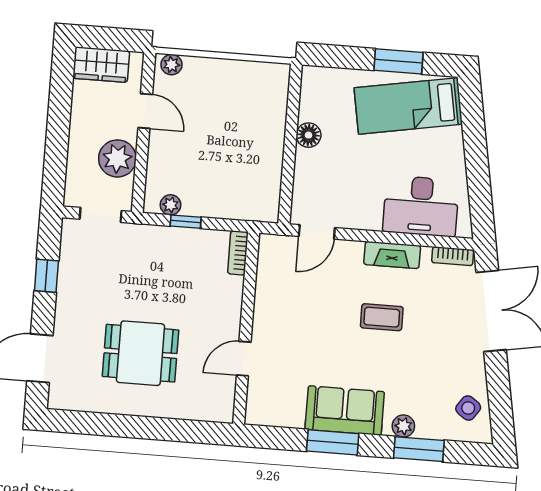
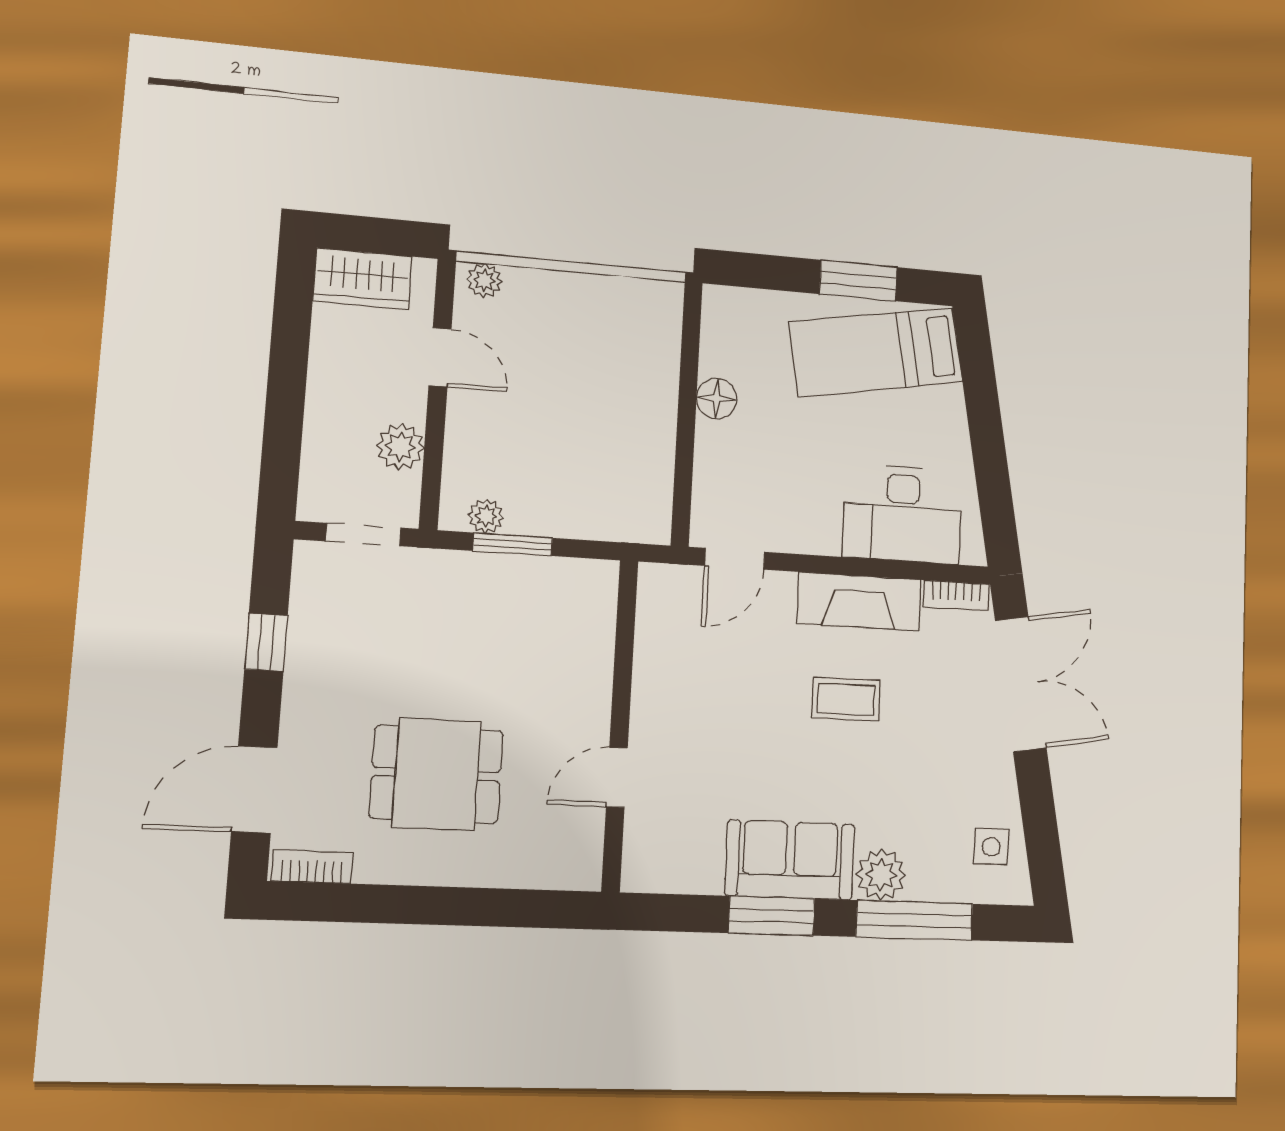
plant: (117, 158) -> (400, 447), width x0.73, depth x0.73
window: (186, 222) -> (513, 544), width x1.50
bookcase: (238, 253) -> (312, 867), moved, turned 90
fireplace: (392, 255) -> (859, 602), width x1.37, depth x1.32
side table: (468, 408) -> (991, 847), turned -35
plant: (403, 426) -> (881, 875), width x1.38, depth x1.38
window: (419, 449) -> (914, 920), width x1.44

